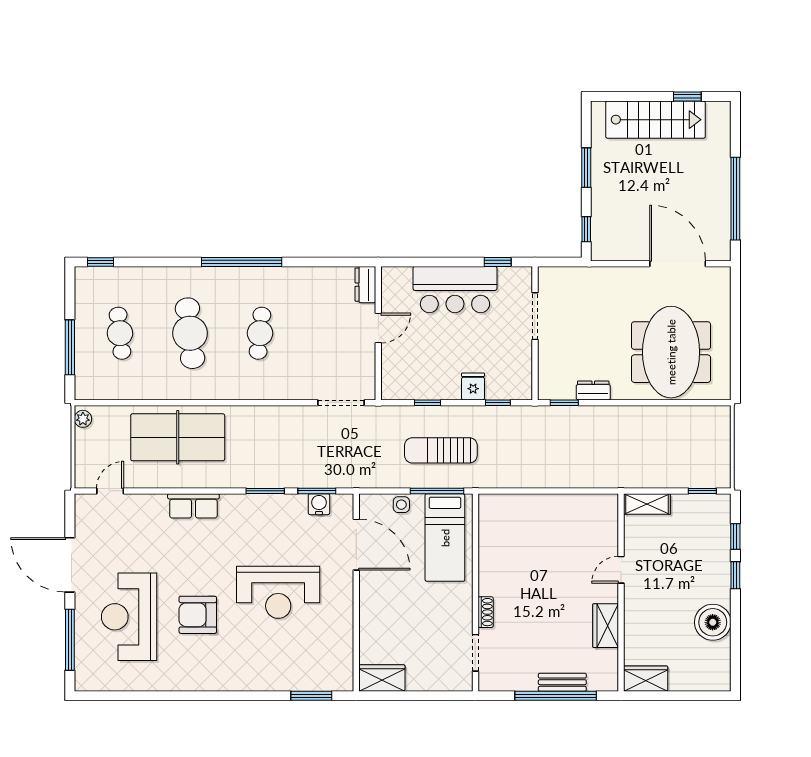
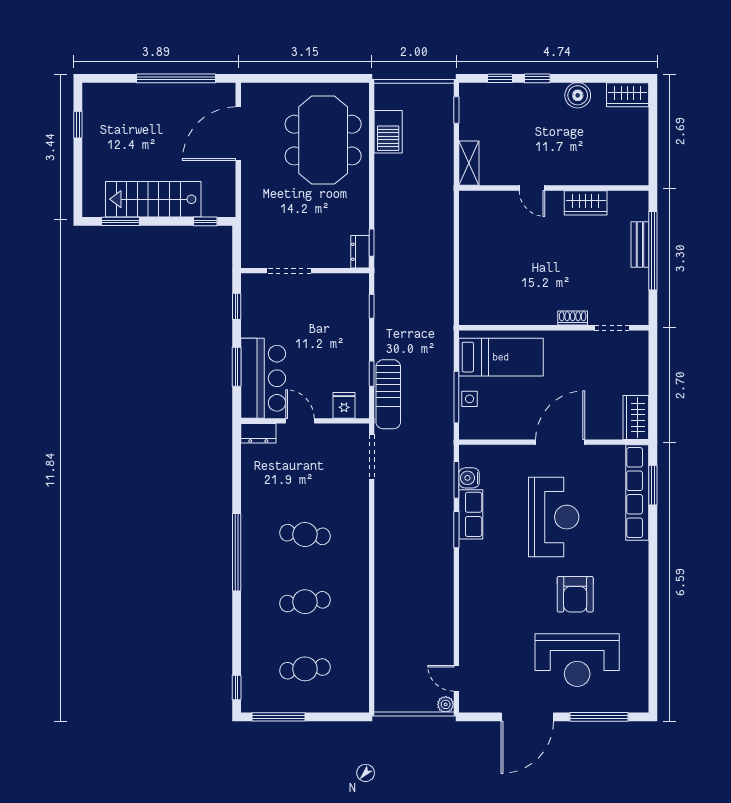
stairs: (656, 120) -> (153, 199), moved, turned -90
window: (586, 168) -> (120, 221), moved
window: (435, 262) -> (237, 367), added
bar counter: (455, 290) -> (263, 378), moved
cafe table: (190, 333) -> (305, 602), width x0.73, depth x0.74
window: (70, 347) -> (279, 717), moved
meeting table: (671, 352) -> (323, 140), turned 90
fridge: (473, 386) -> (344, 405), moved, turned 90
dresser: (593, 391) -> (360, 252), moved
plant: (83, 419) -> (446, 704), moved
barbecue: (680, 420) -> (388, 132), added
table tennis table: (178, 437) -> (405, 613), removed
sun lounger: (441, 450) -> (388, 394), moved
window: (437, 491) -> (456, 397), moved
row of seats: (193, 506) -> (471, 514), moved
door: (356, 545) -> (560, 442), moved
boiler: (713, 622) -> (578, 95), width x0.73, depth x0.73
row of seats: (304, 679) -> (637, 493), added
wardrobe: (646, 679) -> (628, 95), moved, turned -90

